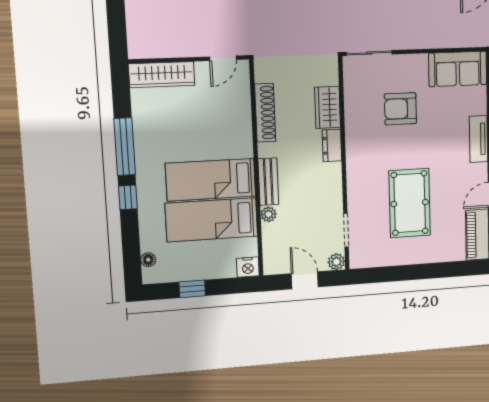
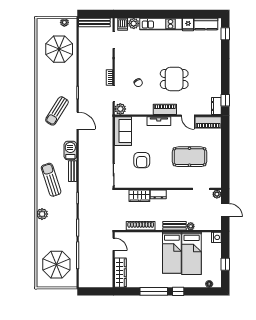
door: (305, 280) -> (225, 210), swing flipped

